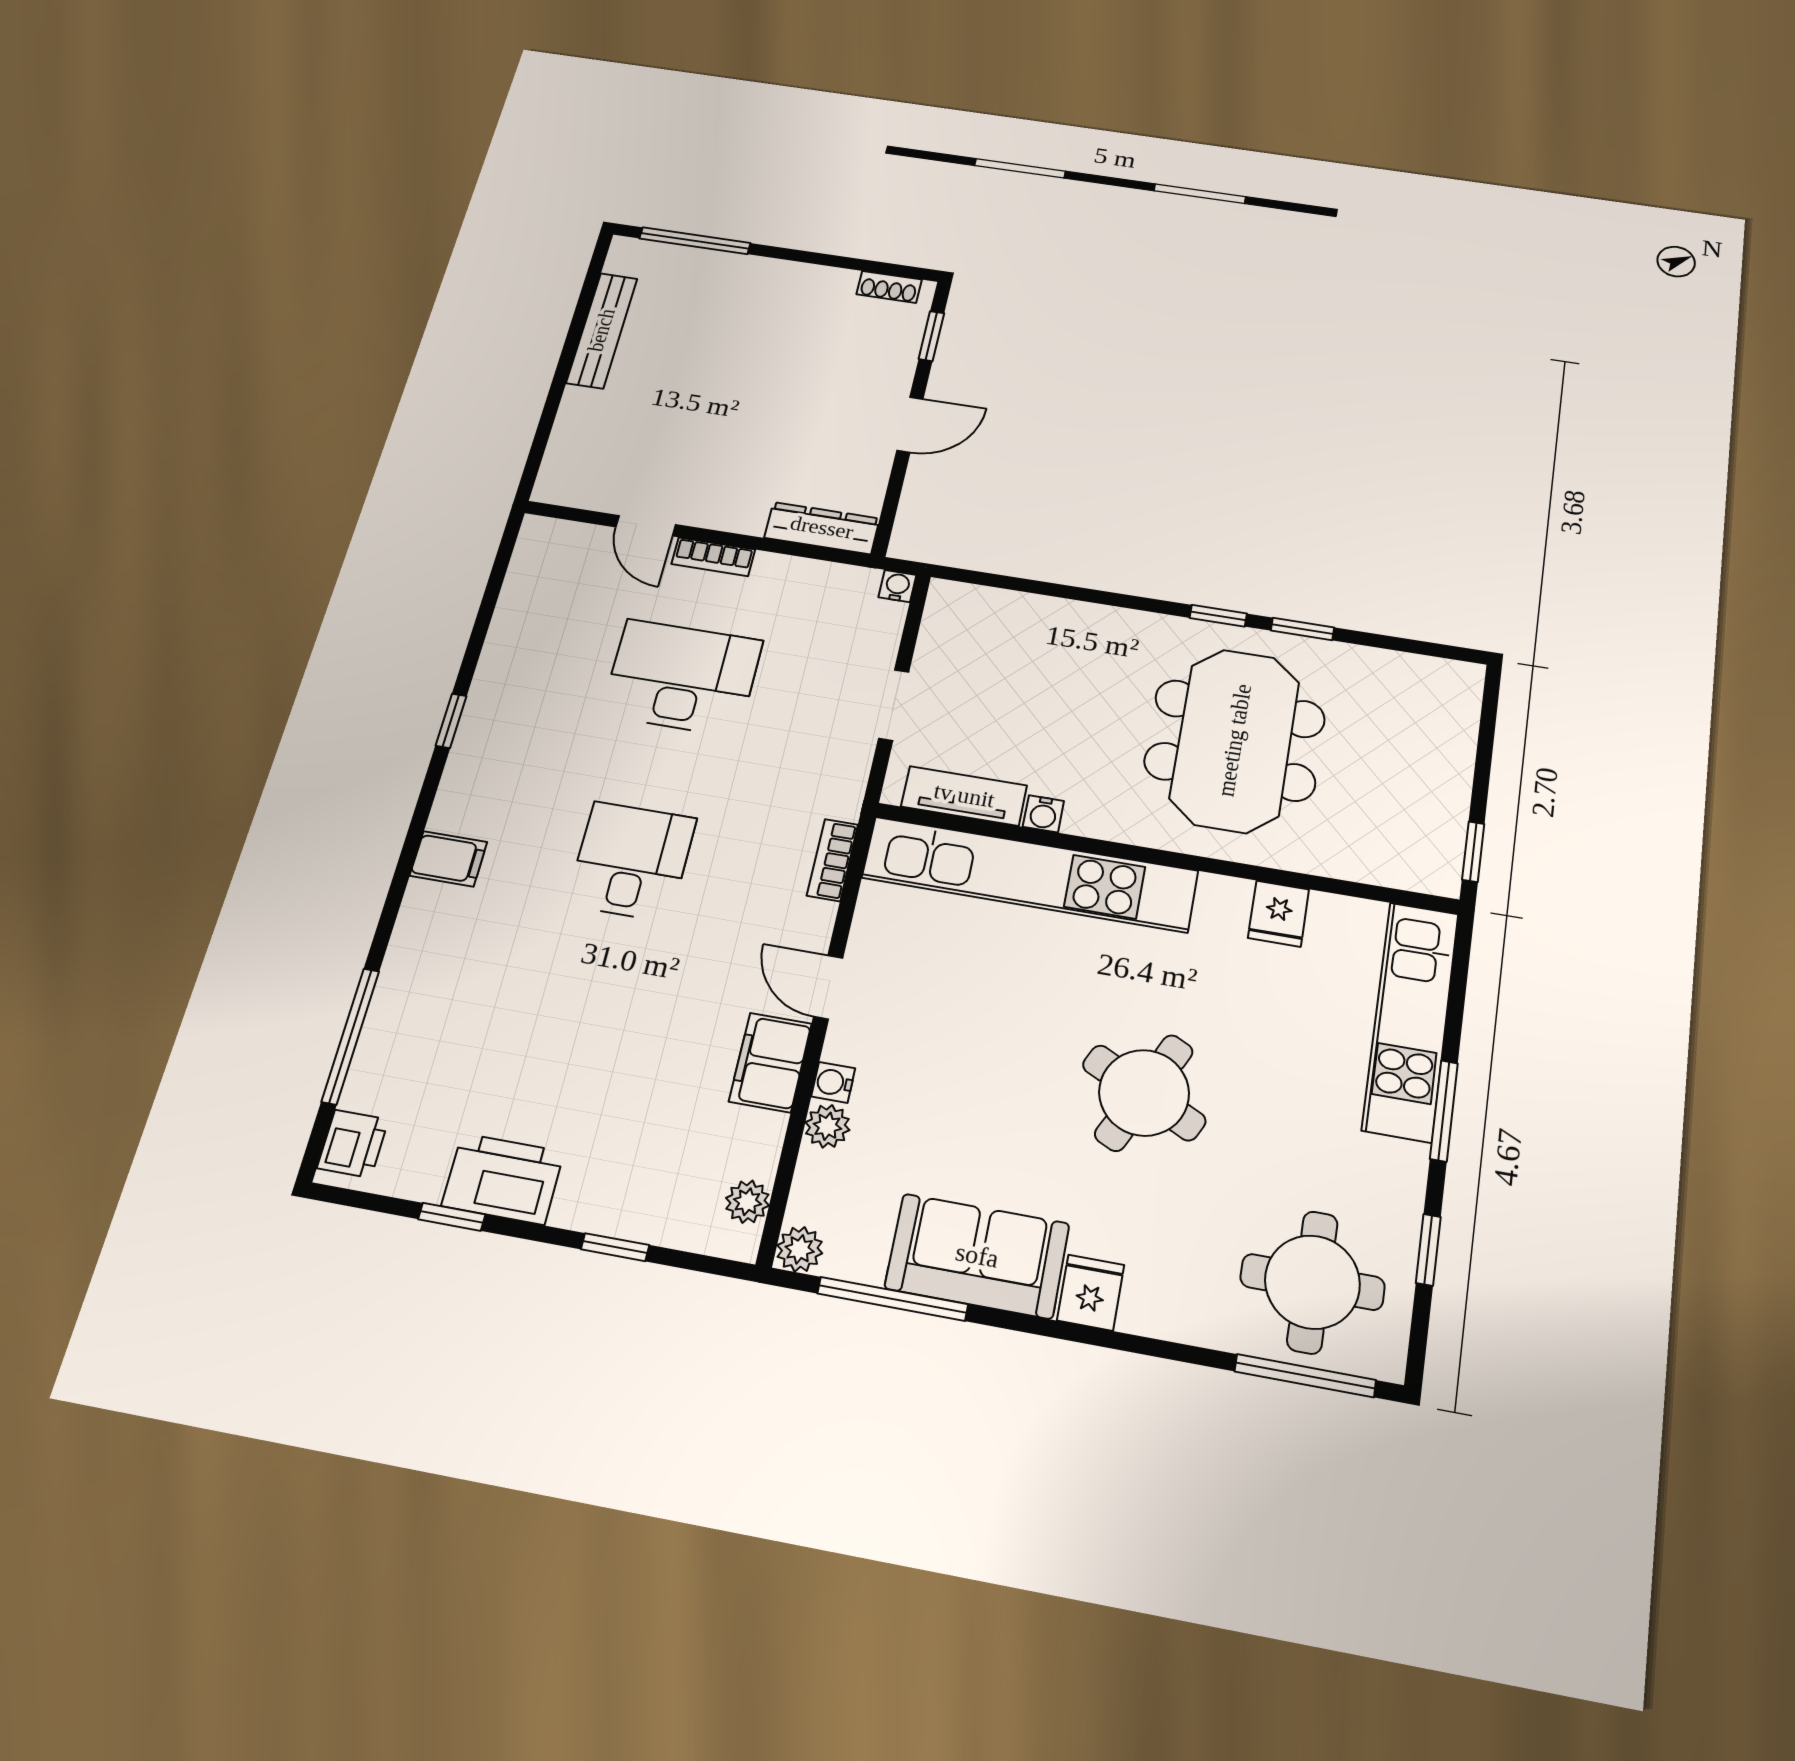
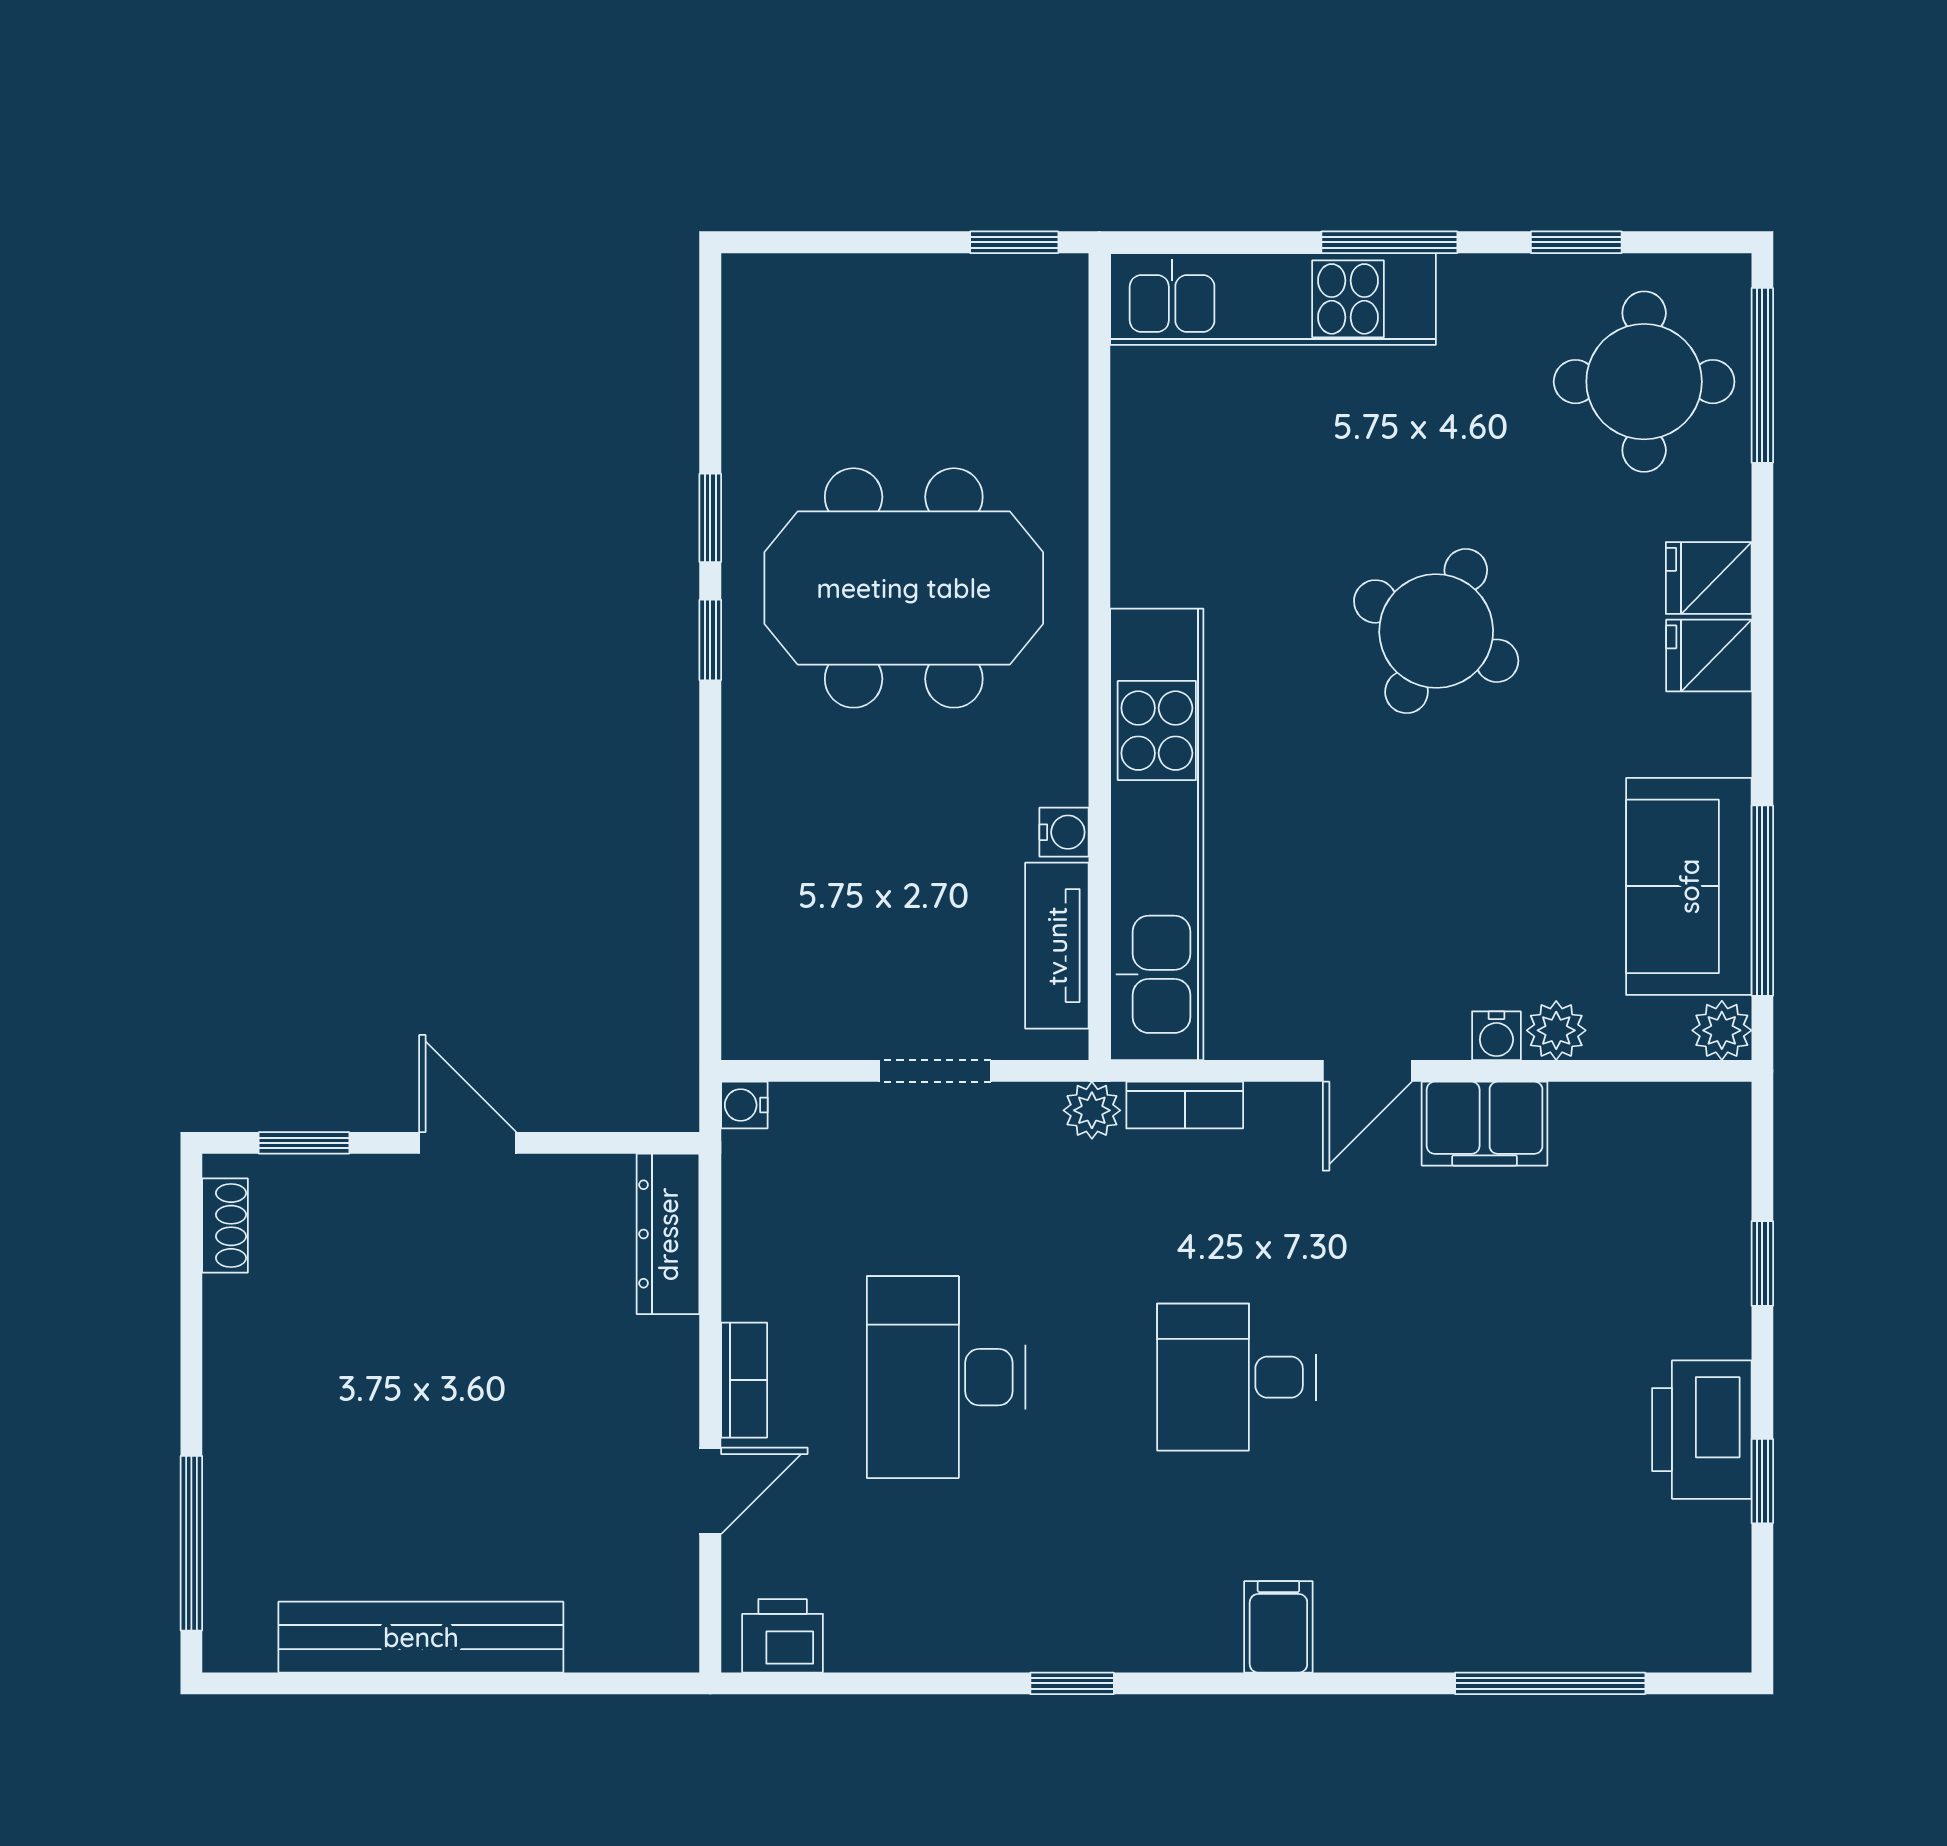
bench: (602, 330) -> (421, 1637), width x1.37, depth x1.21
fridge: (1279, 914) -> (1709, 578), moved, turned 180
printer: (353, 1144) -> (783, 1636), moved
plant: (747, 1202) -> (1092, 1110), moved
sofa: (977, 1256) -> (1689, 886), moved

